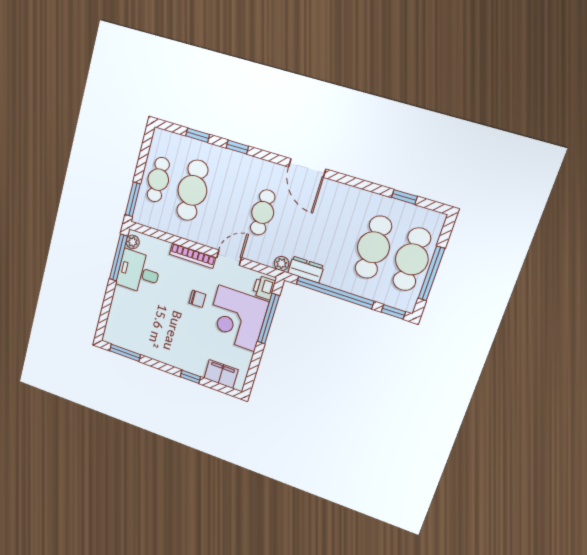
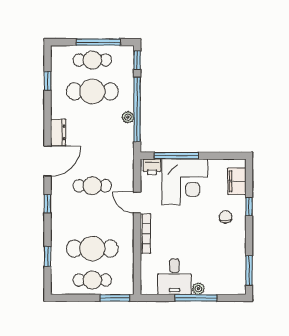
window: (237, 147) -> (48, 204), moved
plant: (133, 242) -> (198, 289), moved
window: (118, 258) -> (196, 298), moved
cafe table: (412, 259) -> (92, 60), width x0.73, depth x0.74
plant: (282, 264) -> (128, 117), moved
dresser: (306, 269) -> (58, 132), moved, turned 180
chair: (197, 299) -> (226, 217), moved

